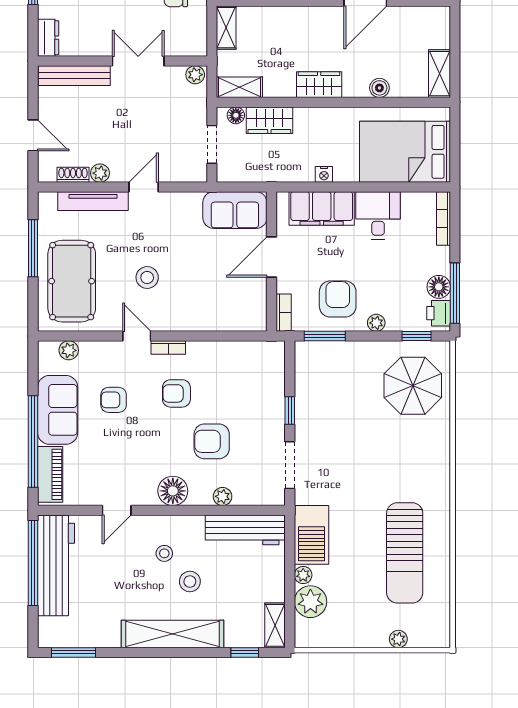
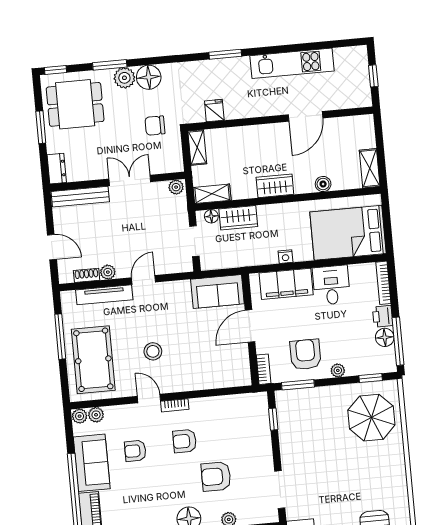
printer: (439, 313) -> (383, 316), moved
plant: (48, 350) -> (80, 416), added
window: (290, 410) -> (273, 419), moved

